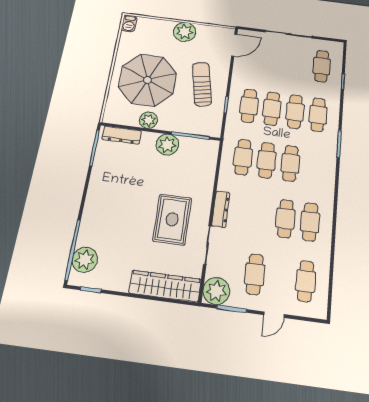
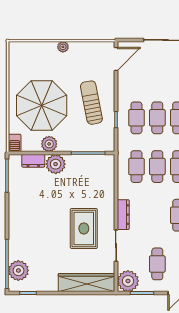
barbecue: (129, 23) -> (15, 143), moved
plant: (185, 32) -> (63, 47), width x0.53, depth x0.53
dresser: (122, 135) -> (33, 161), width x0.70
plant: (167, 145) -> (56, 164), moved

